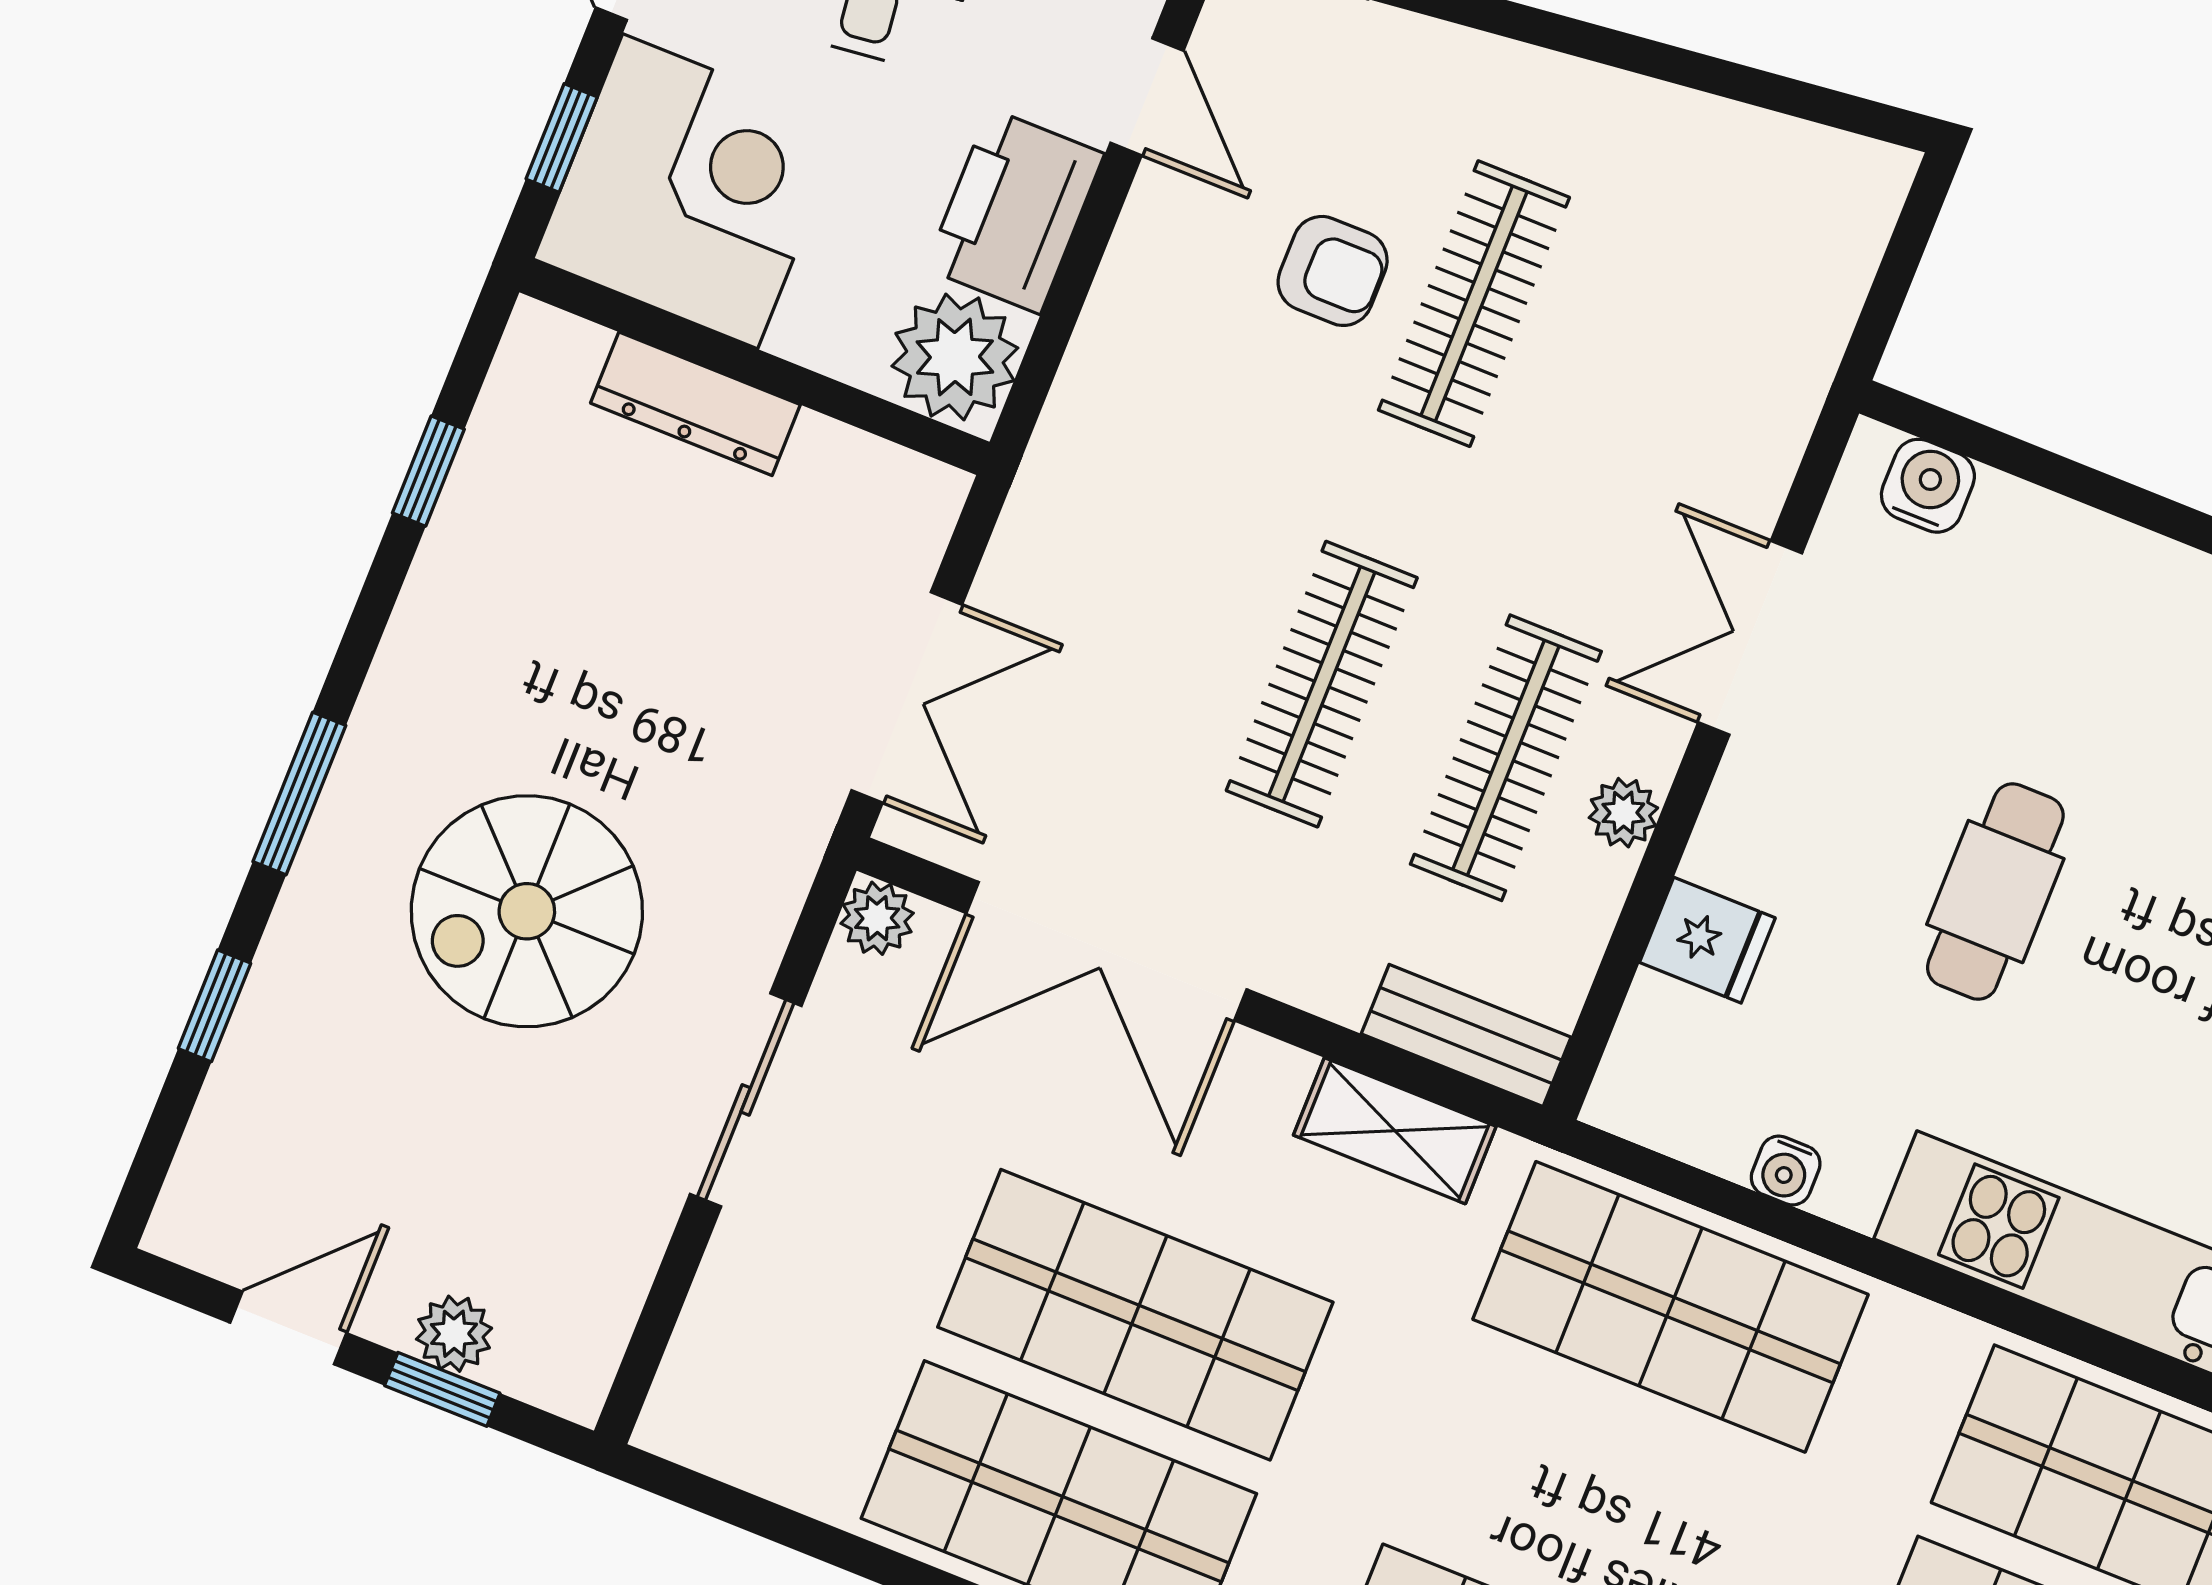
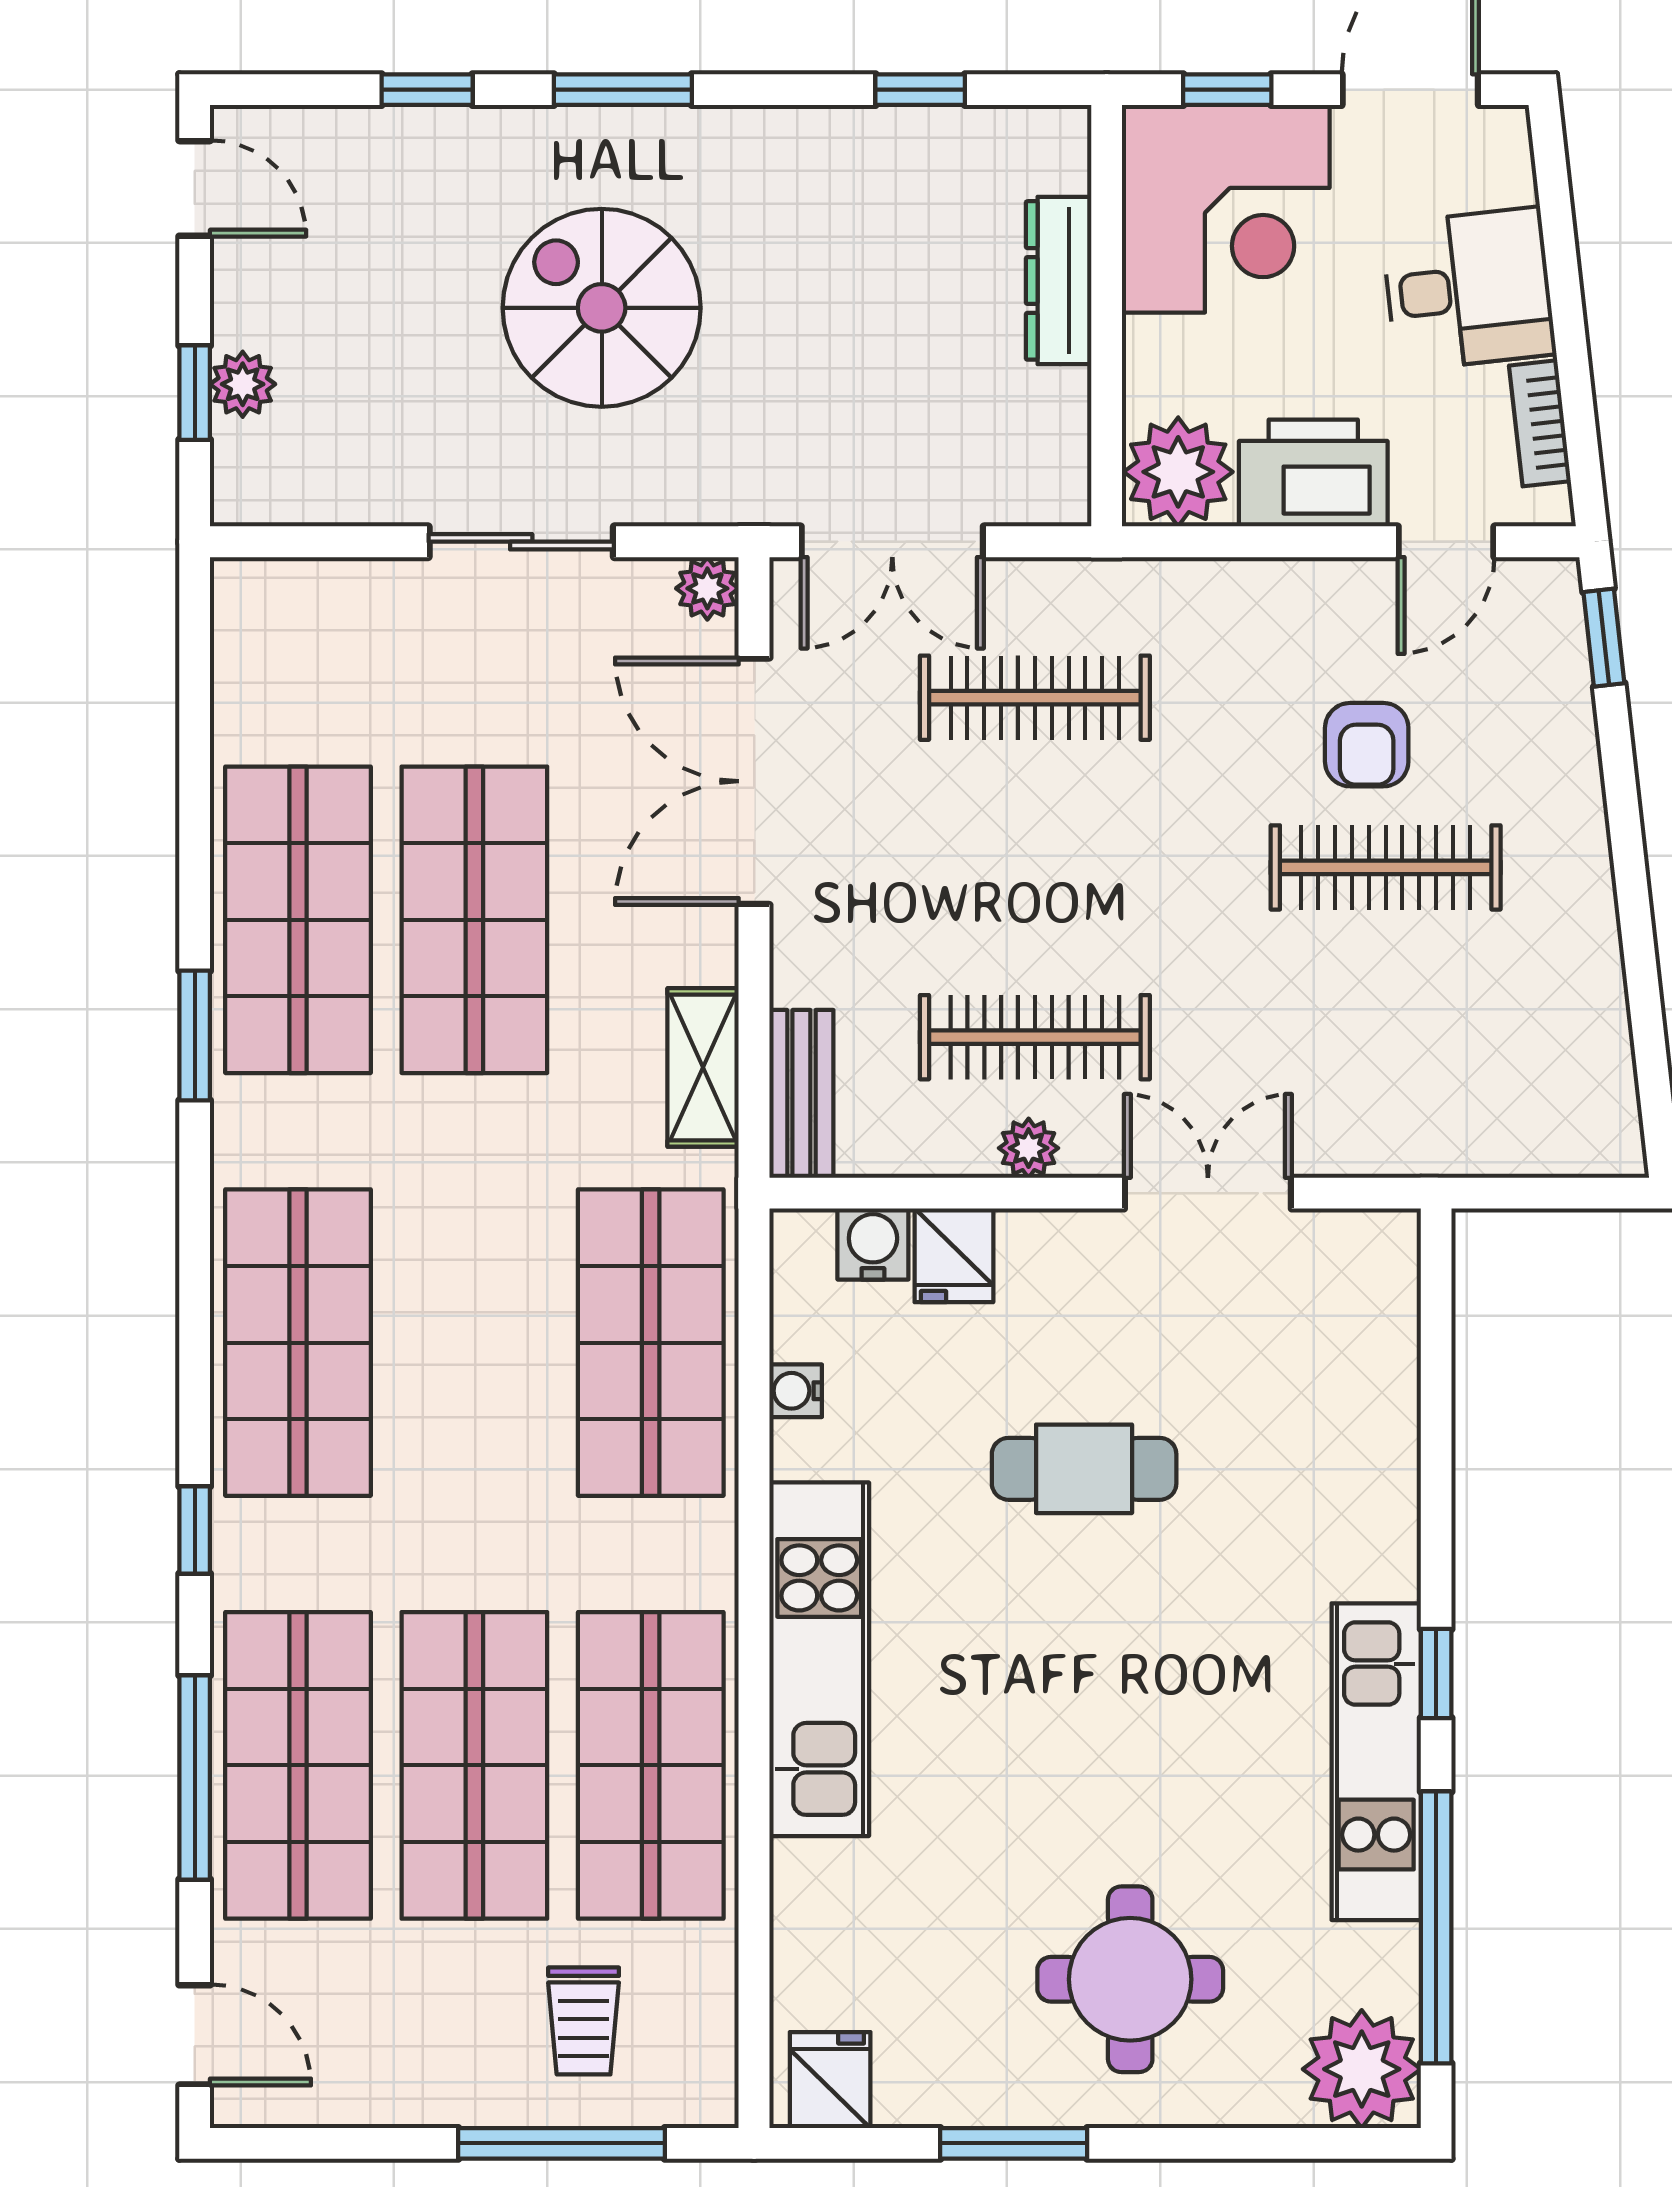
water cooler: (1928, 486) -> (873, 1244), moved, turned -90
clothes rail: (1322, 684) -> (1035, 698), moved
door: (288, 1328) -> (195, 188), moved

